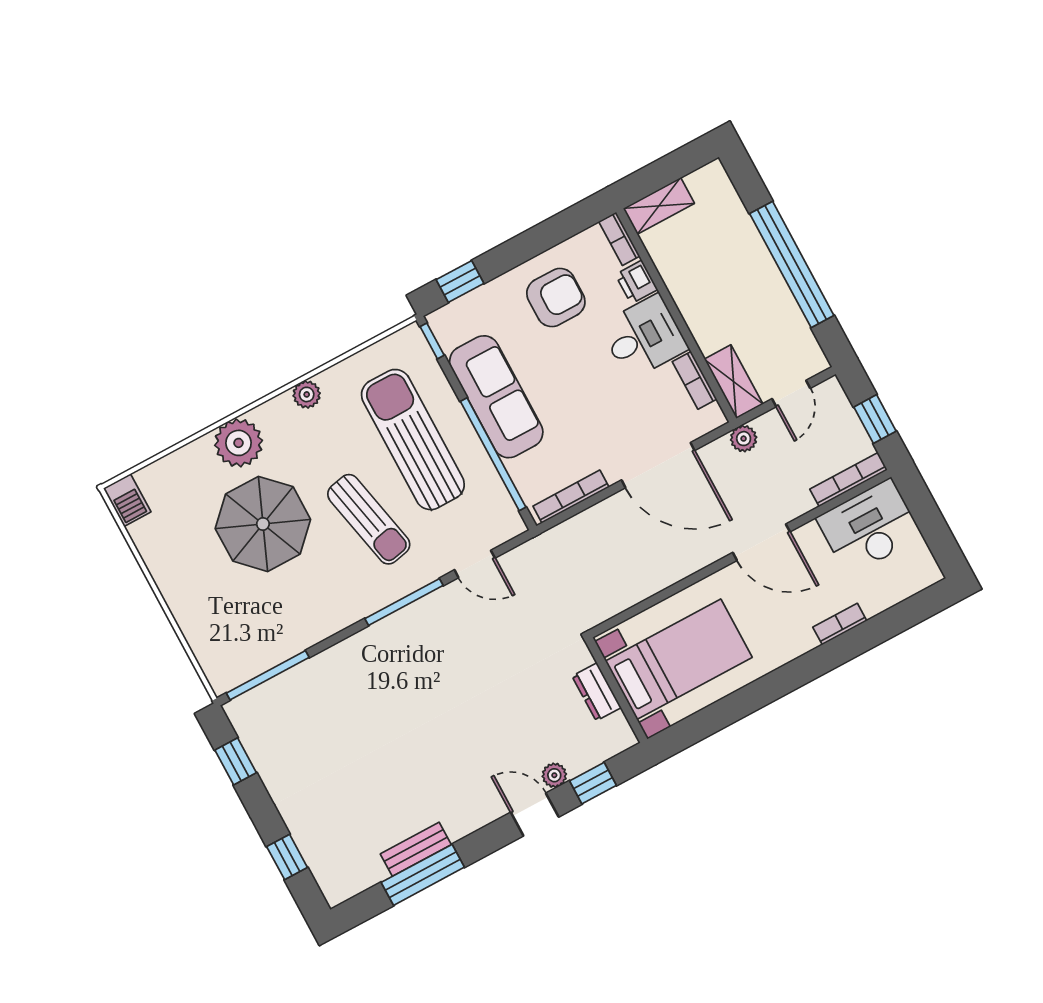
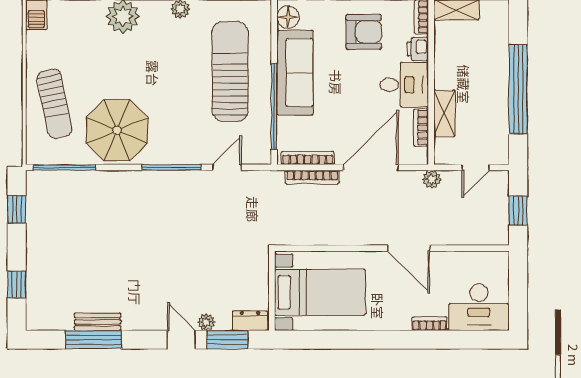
floor lamp: (449, 331) -> (288, 17), added
window: (432, 341) -> (274, 18), removed
shelving: (734, 382) -> (444, 113), moved
door: (658, 465) -> (371, 167), swing flipped
bookcase: (849, 479) -> (312, 177), moved, turned 180
sun lounger: (369, 519) -> (54, 104), moved
parasol: (263, 524) -> (117, 130), moved
desk: (869, 527) -> (479, 307), moved, turned 180
door: (475, 564) -> (227, 167), swing flipped
dresser: (597, 692) -> (250, 321), moved, turned 90
window: (593, 783) -> (227, 340), width x1.50

